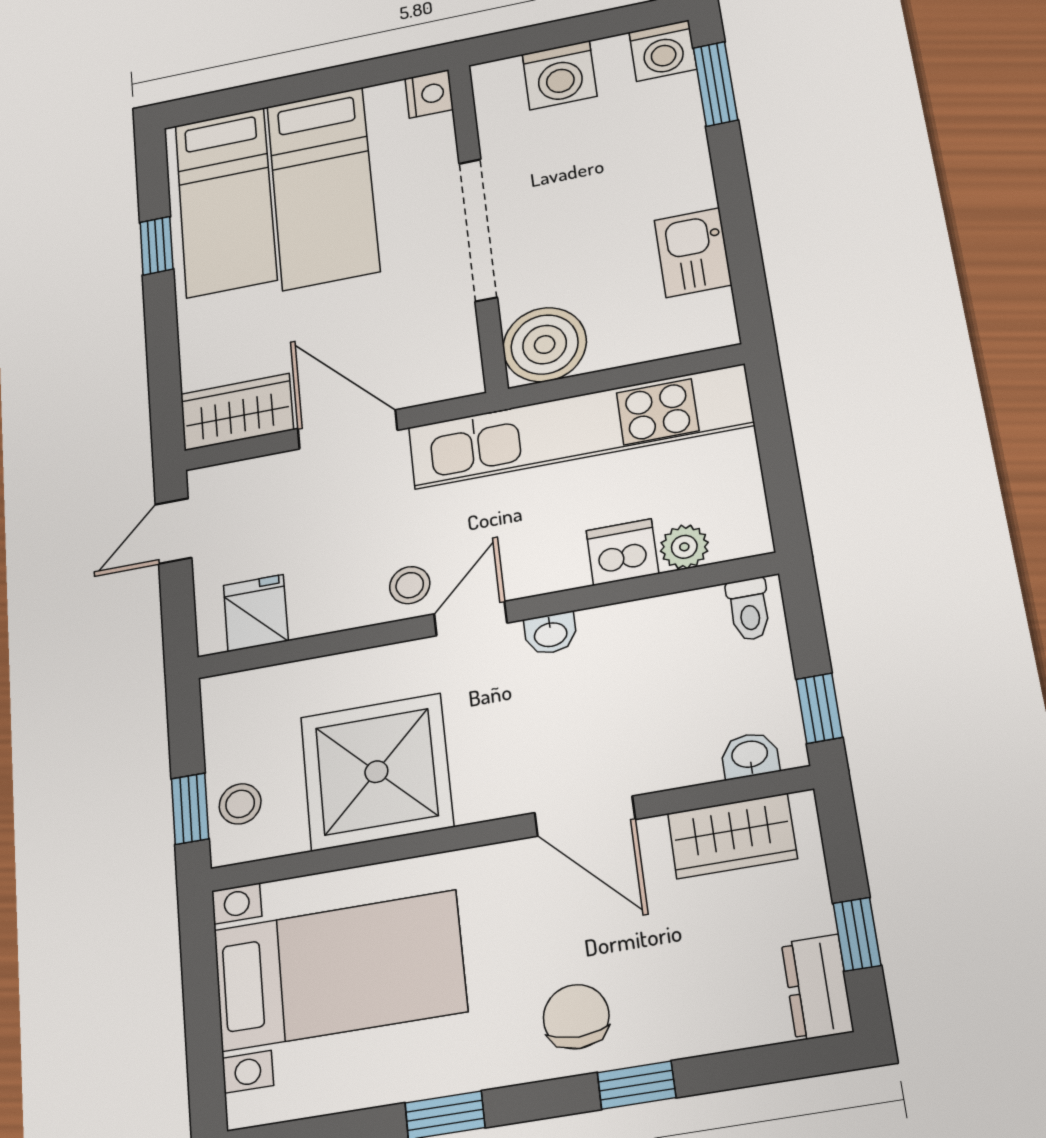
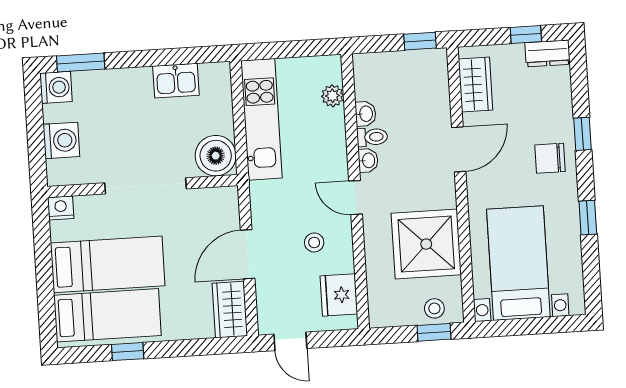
kitchen unit: (580, 427) -> (261, 119), width x0.73
dishwasher: (622, 552) -> (331, 125), removed
stool: (410, 585) -> (314, 242), moved
toilet: (749, 609) -> (372, 137), moved
fridge: (256, 613) -> (339, 295), width x1.38
washbasin: (750, 755) -> (366, 114), moved, turned 180

